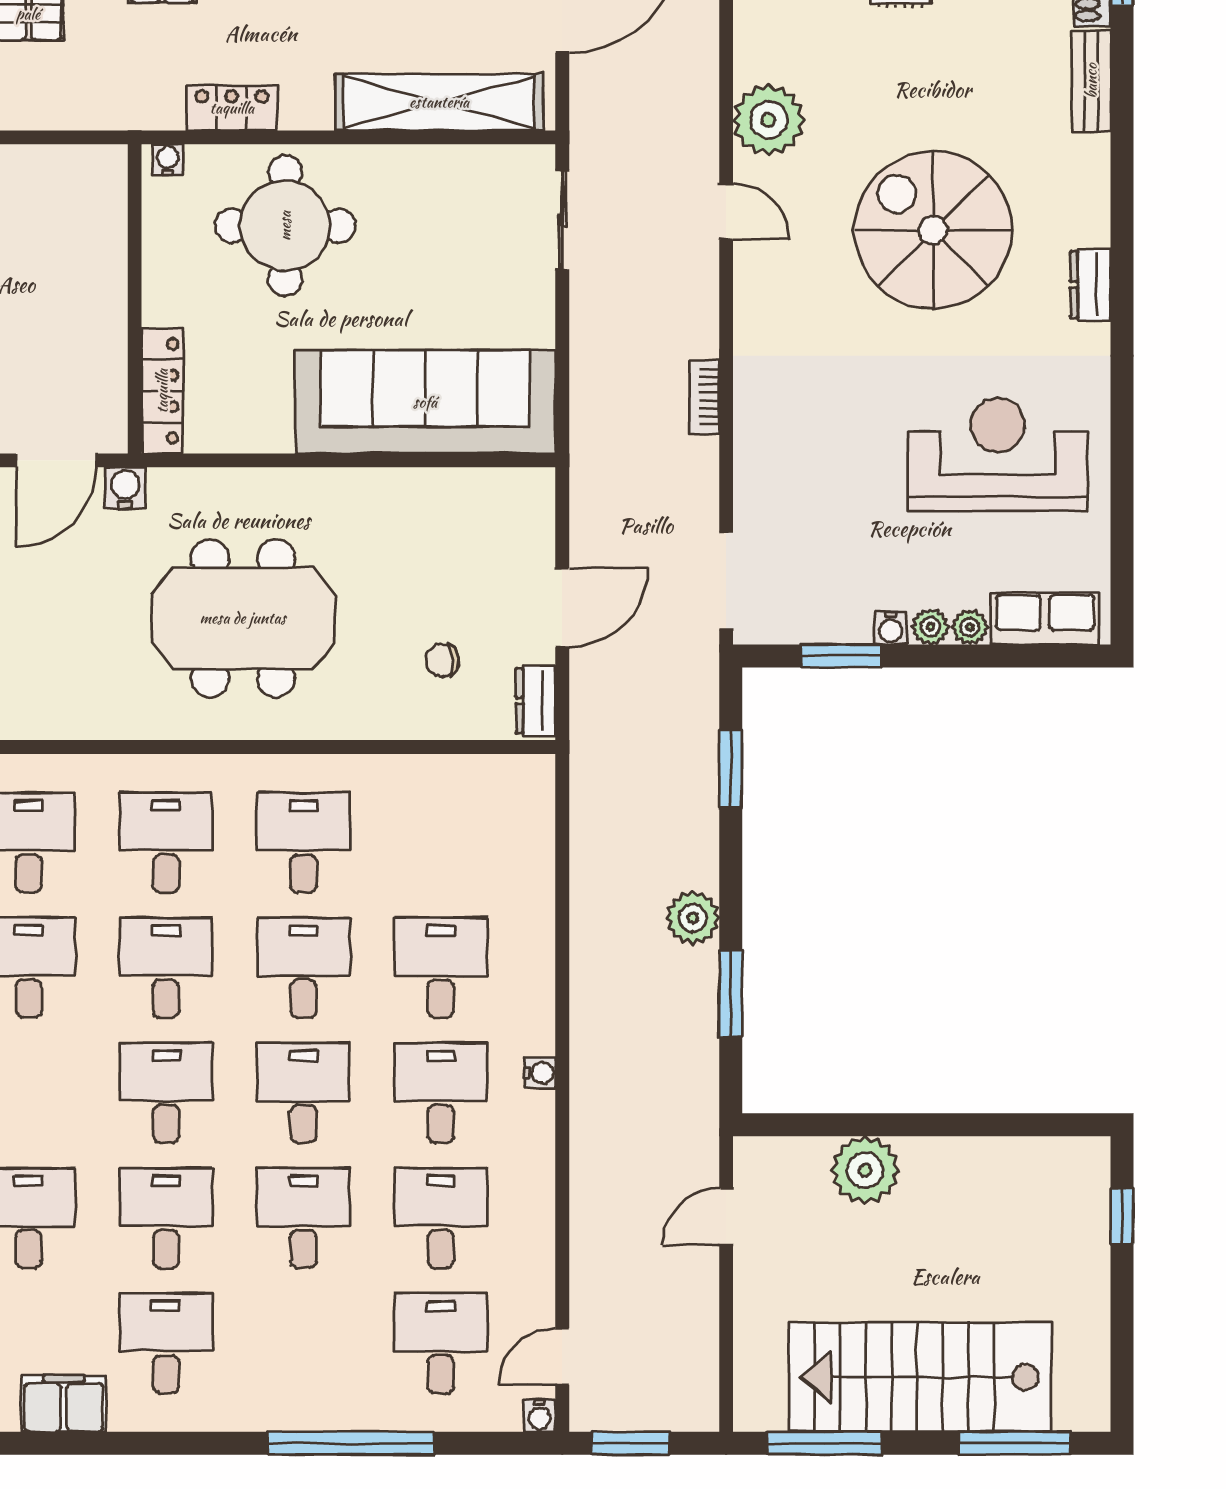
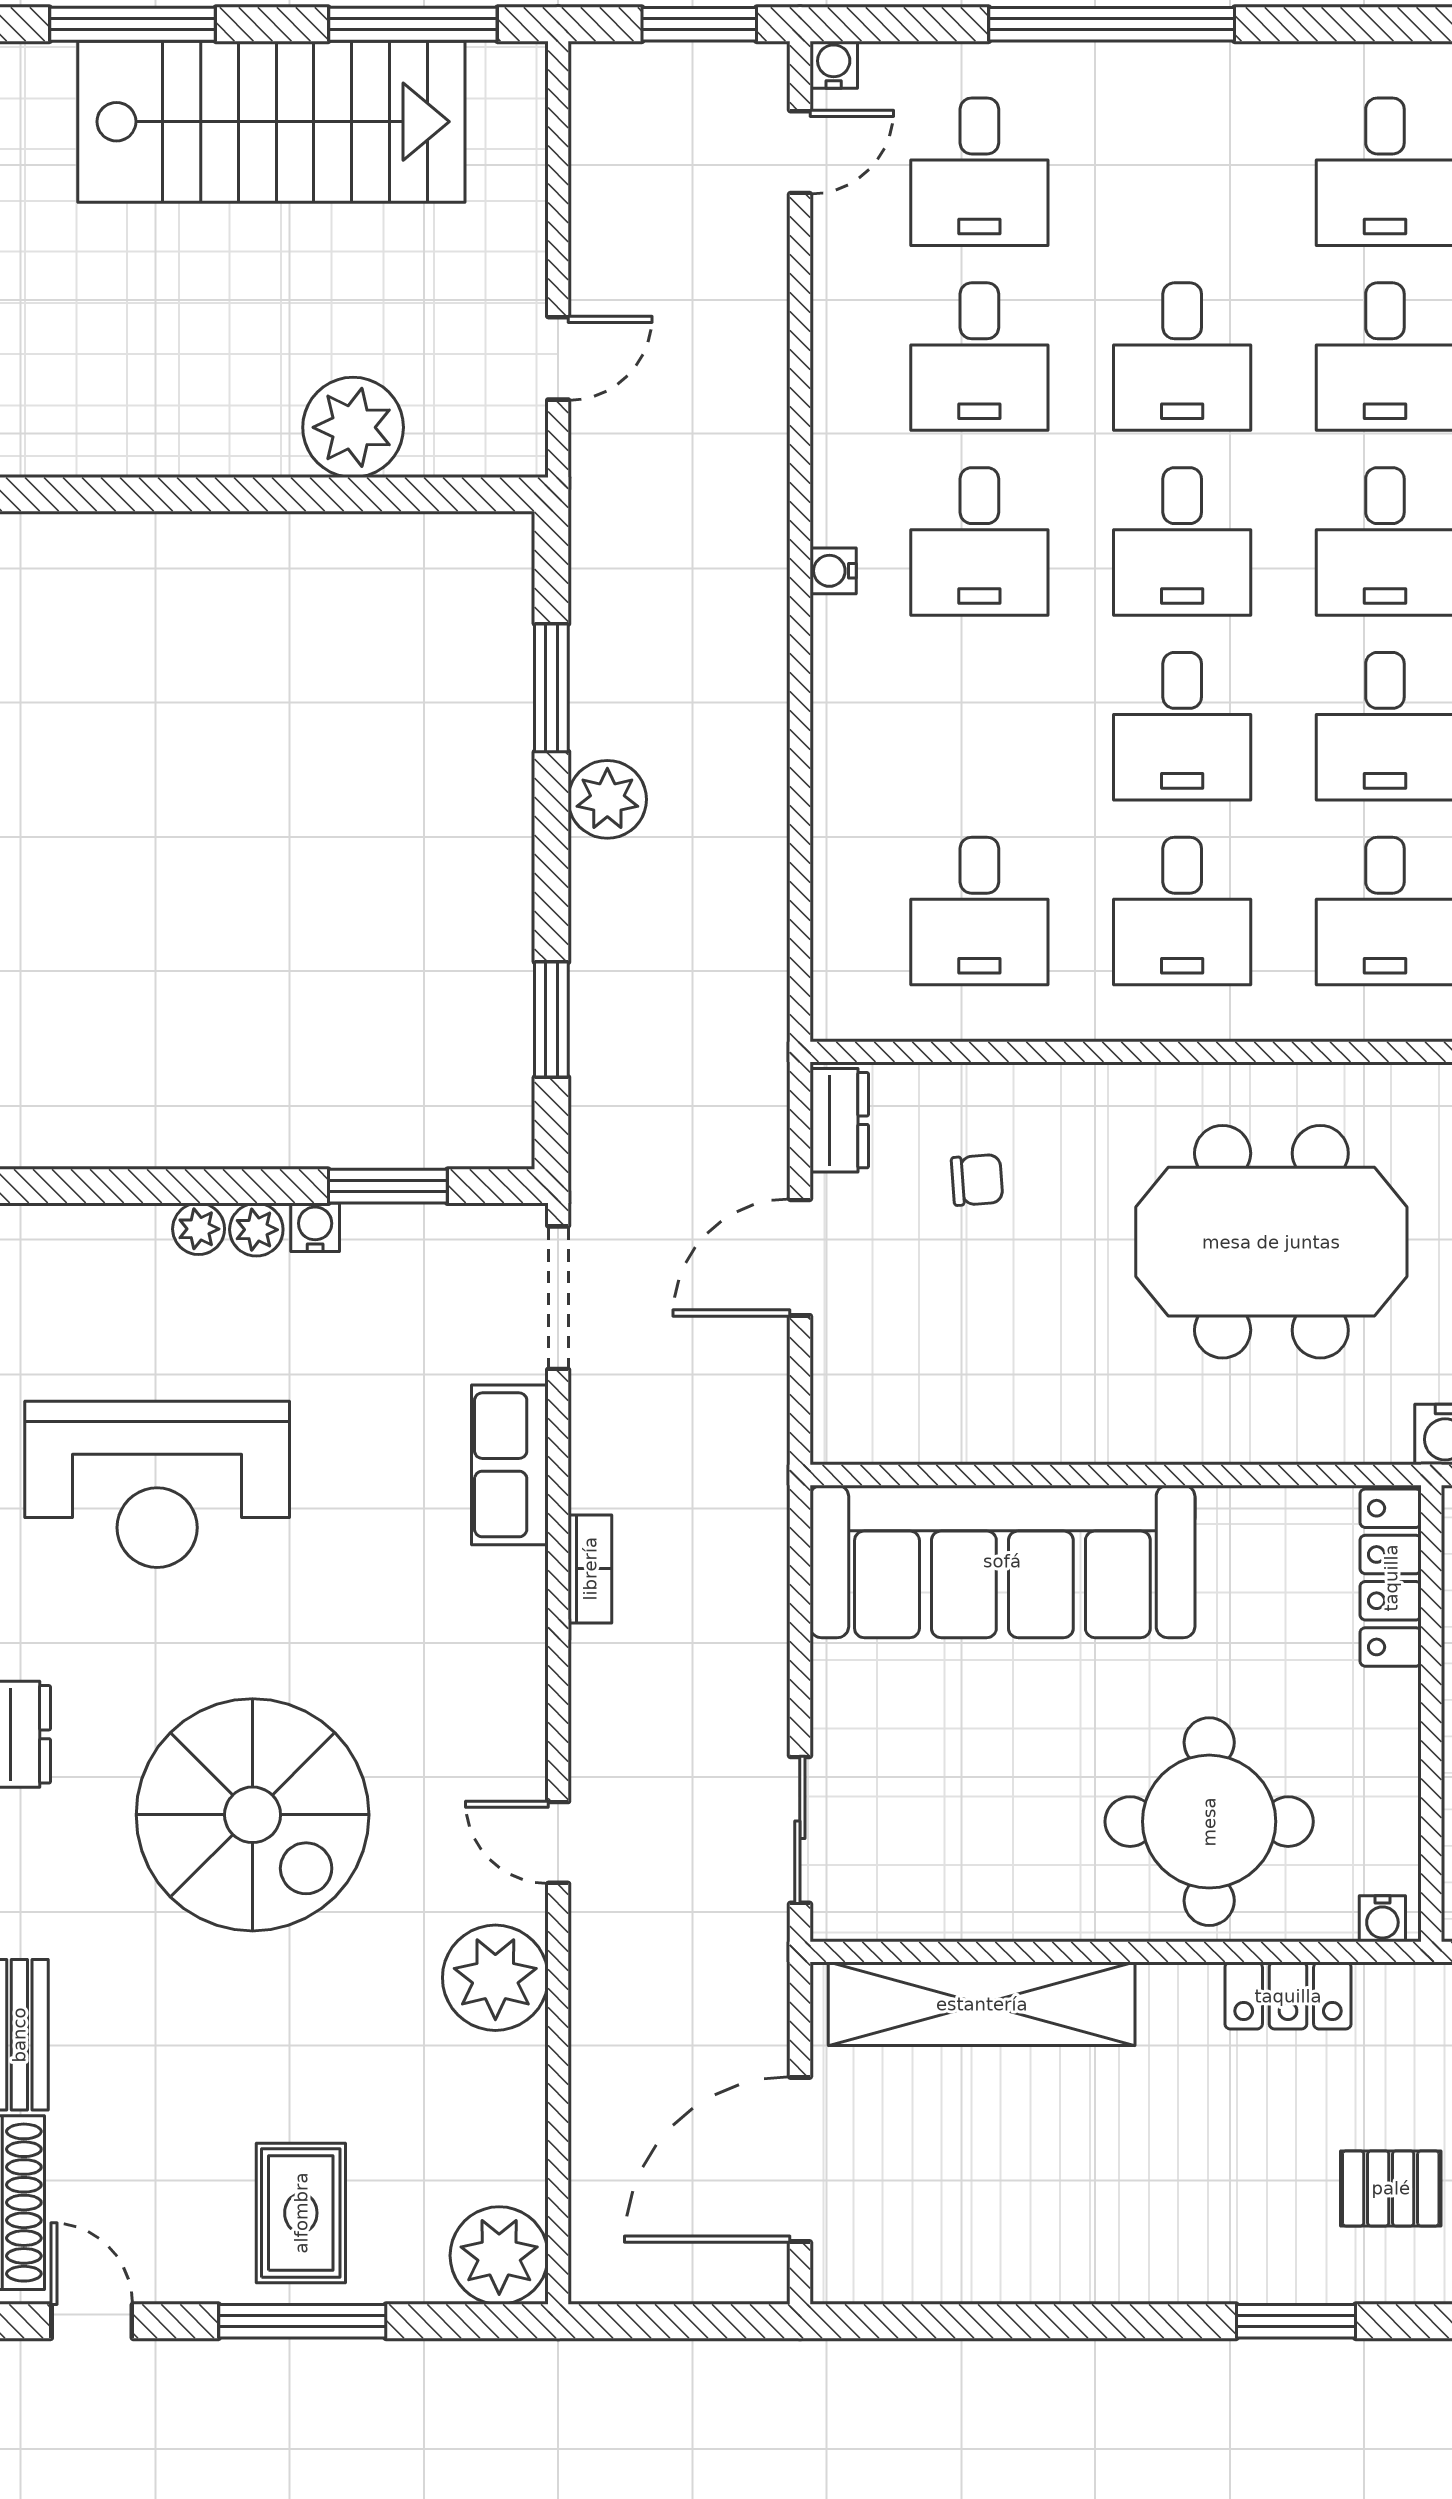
row of seats: (1045, 619) -> (510, 1465), moved, turned 90
desk: (441, 968) -> (979, 911), moved

